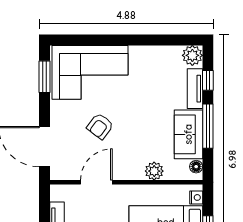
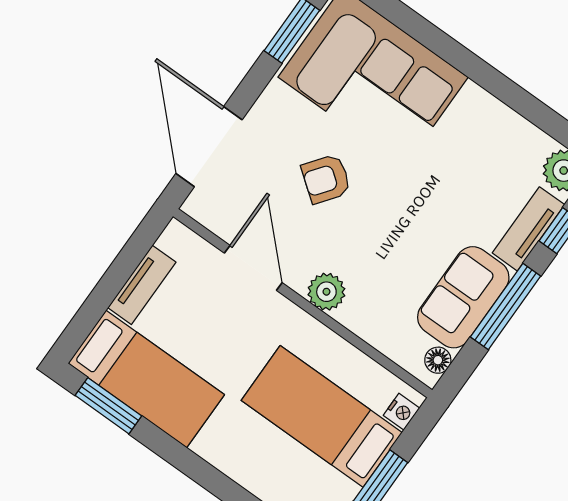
plant: (154, 171) -> (326, 292), moved
door: (96, 182) -> (253, 268), hinge flipped

